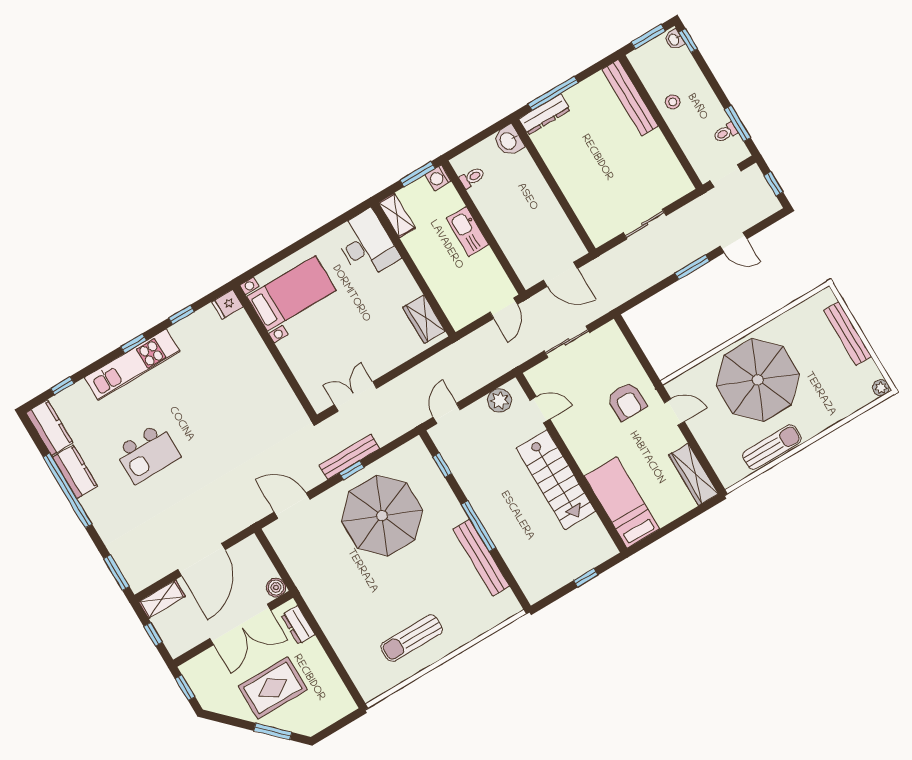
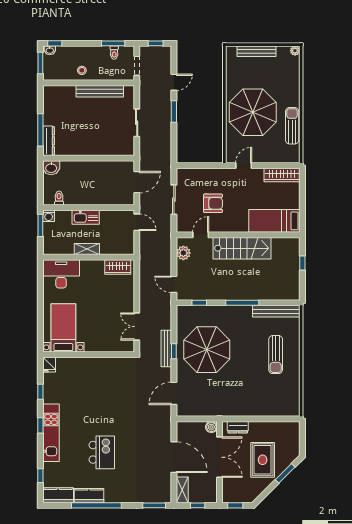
bench: (630, 98) -> (100, 91), moved
shelving: (397, 215) -> (87, 249), moved
armchair: (627, 401) -> (213, 203), moved
bench: (481, 558) -> (276, 311), moved
sun lounger: (412, 638) -> (276, 355), moved

